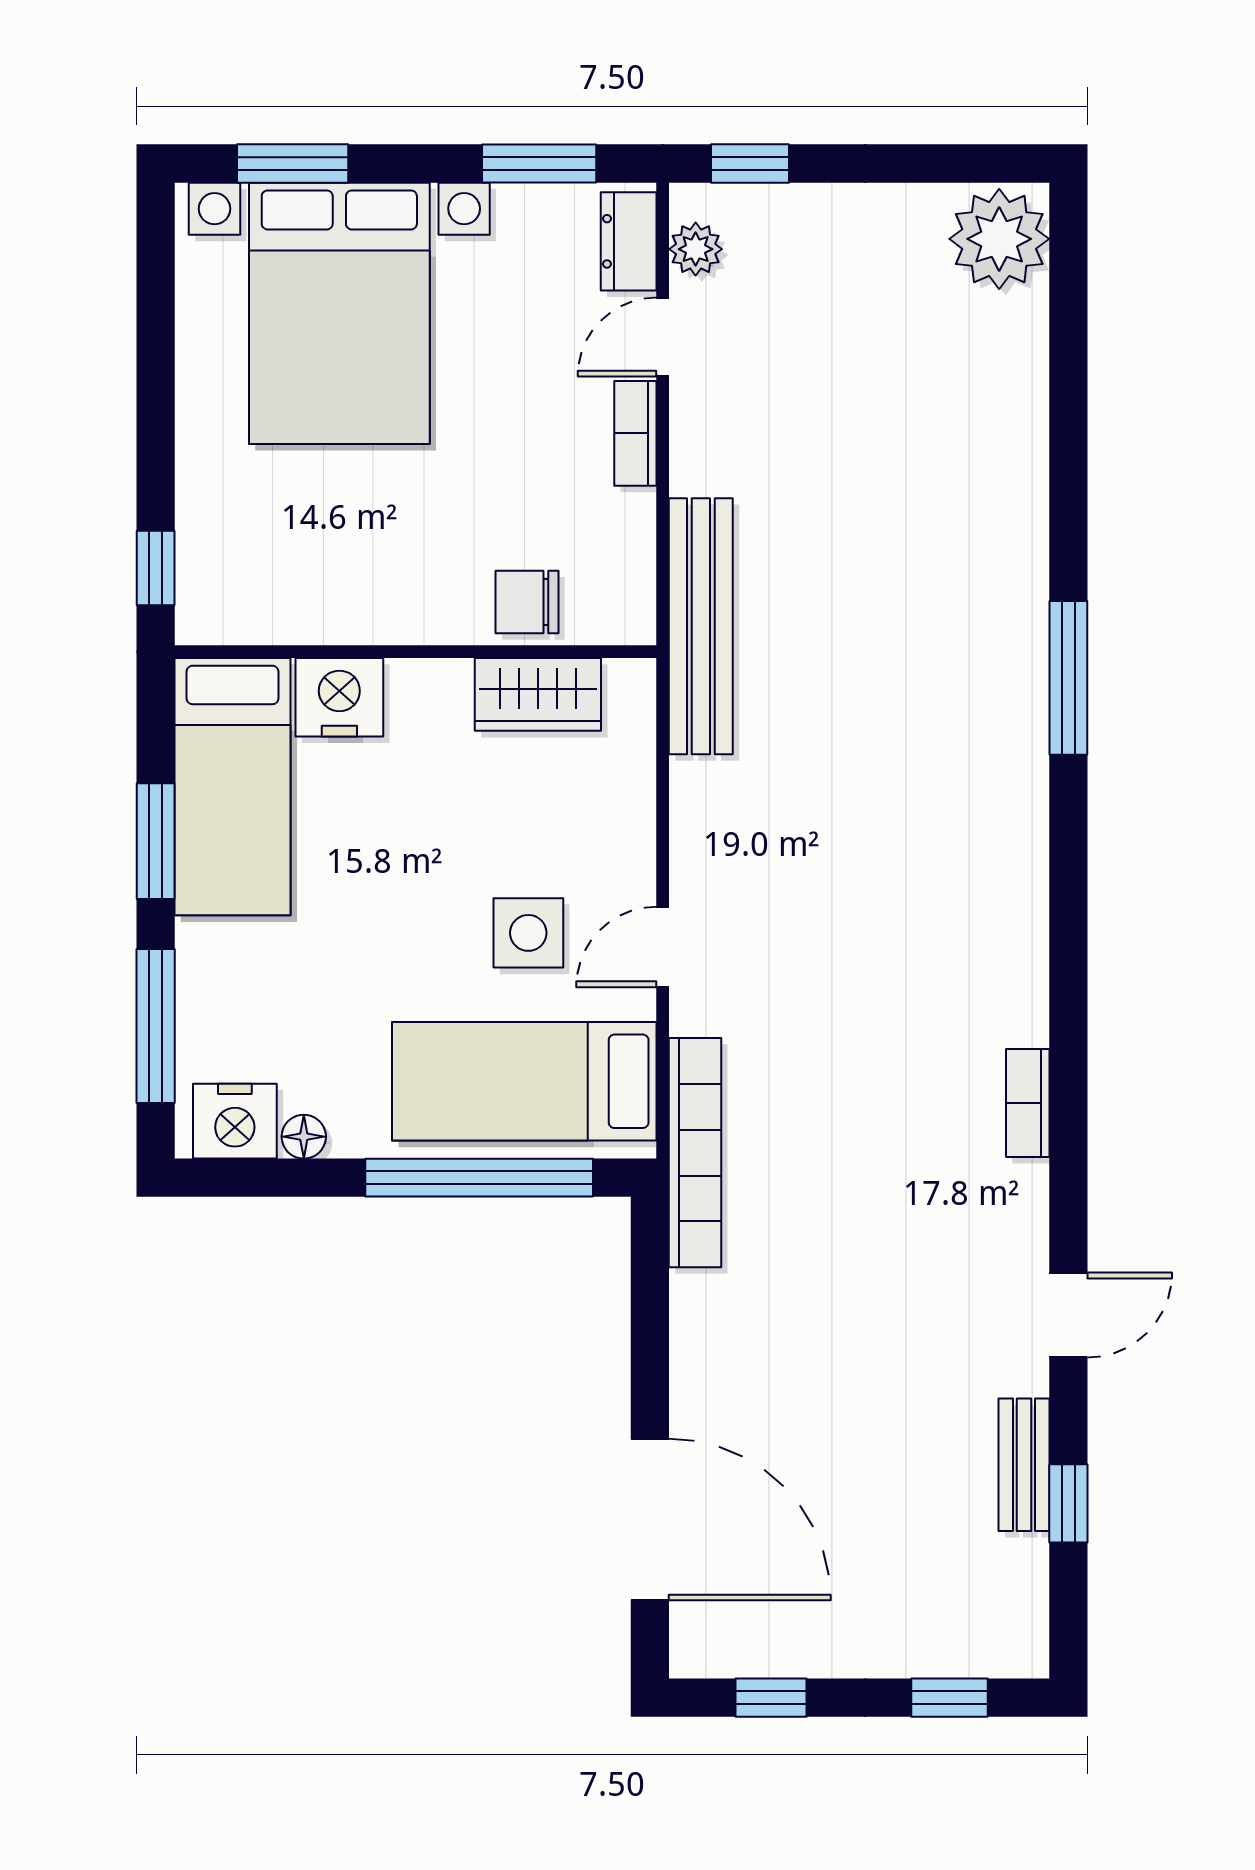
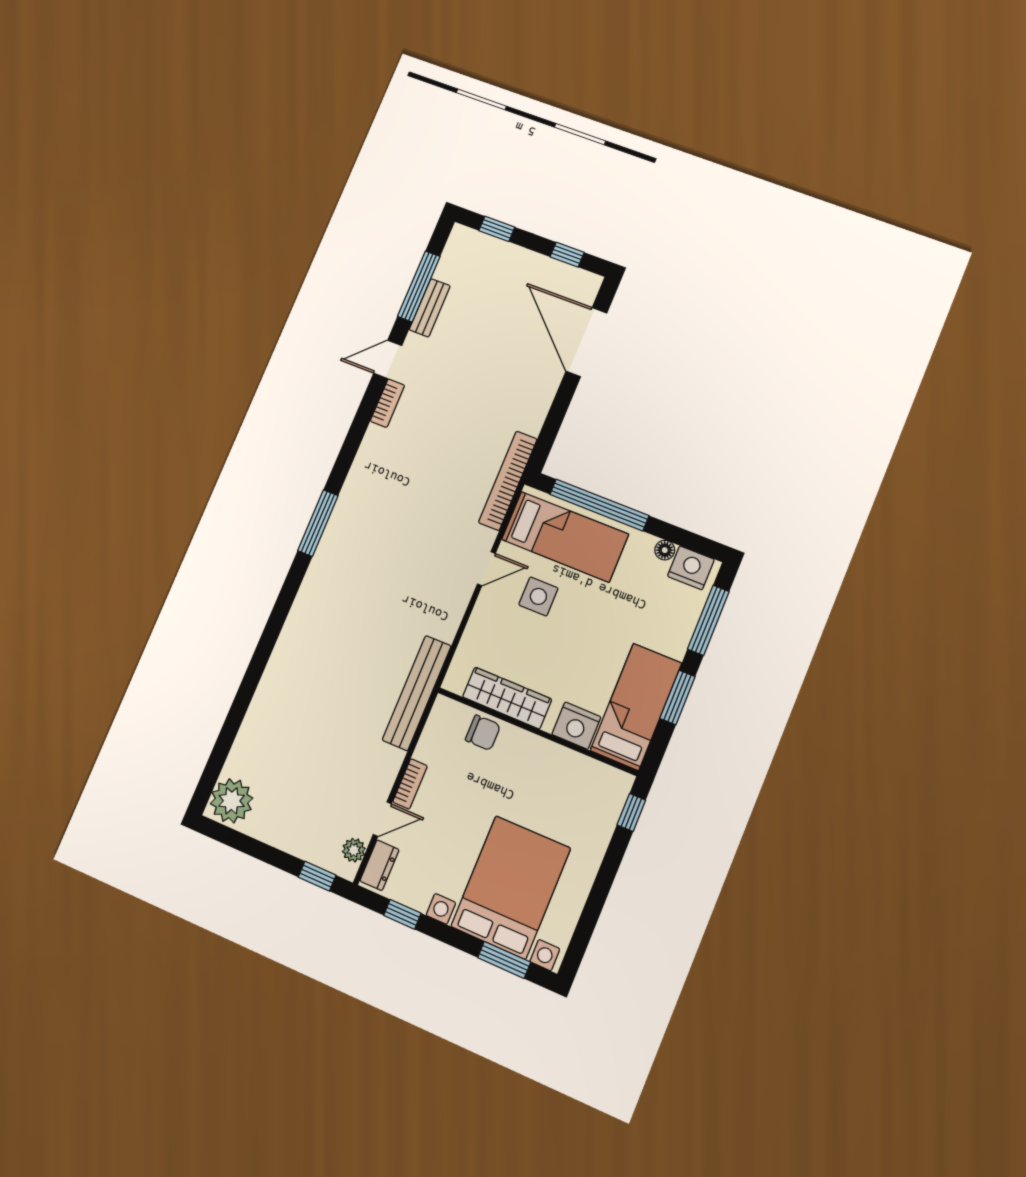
window: (539, 163) -> (402, 914), width x0.67
window: (1068, 678) -> (318, 523), moved
wardrobe: (538, 694) -> (507, 698), width x1.50
bookcase: (1028, 1103) -> (387, 403), moved
window: (1068, 1503) -> (419, 286), width x2.17

